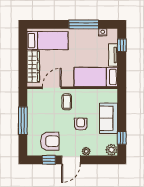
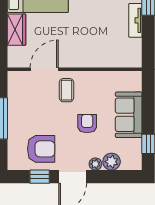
wardrobe: (33, 66) -> (16, 30), width x0.67
bed: (96, 77) -> (110, 53), removed
plant: (111, 150) -> (112, 162), moved

